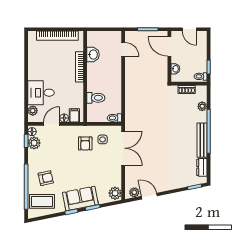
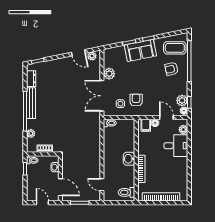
washbasin: (93, 55) -> (129, 159), moved
toilet: (96, 98) -> (127, 192), moved
door: (51, 124) -> (166, 118), swing flipped
plant: (115, 193) -> (109, 74), moved

